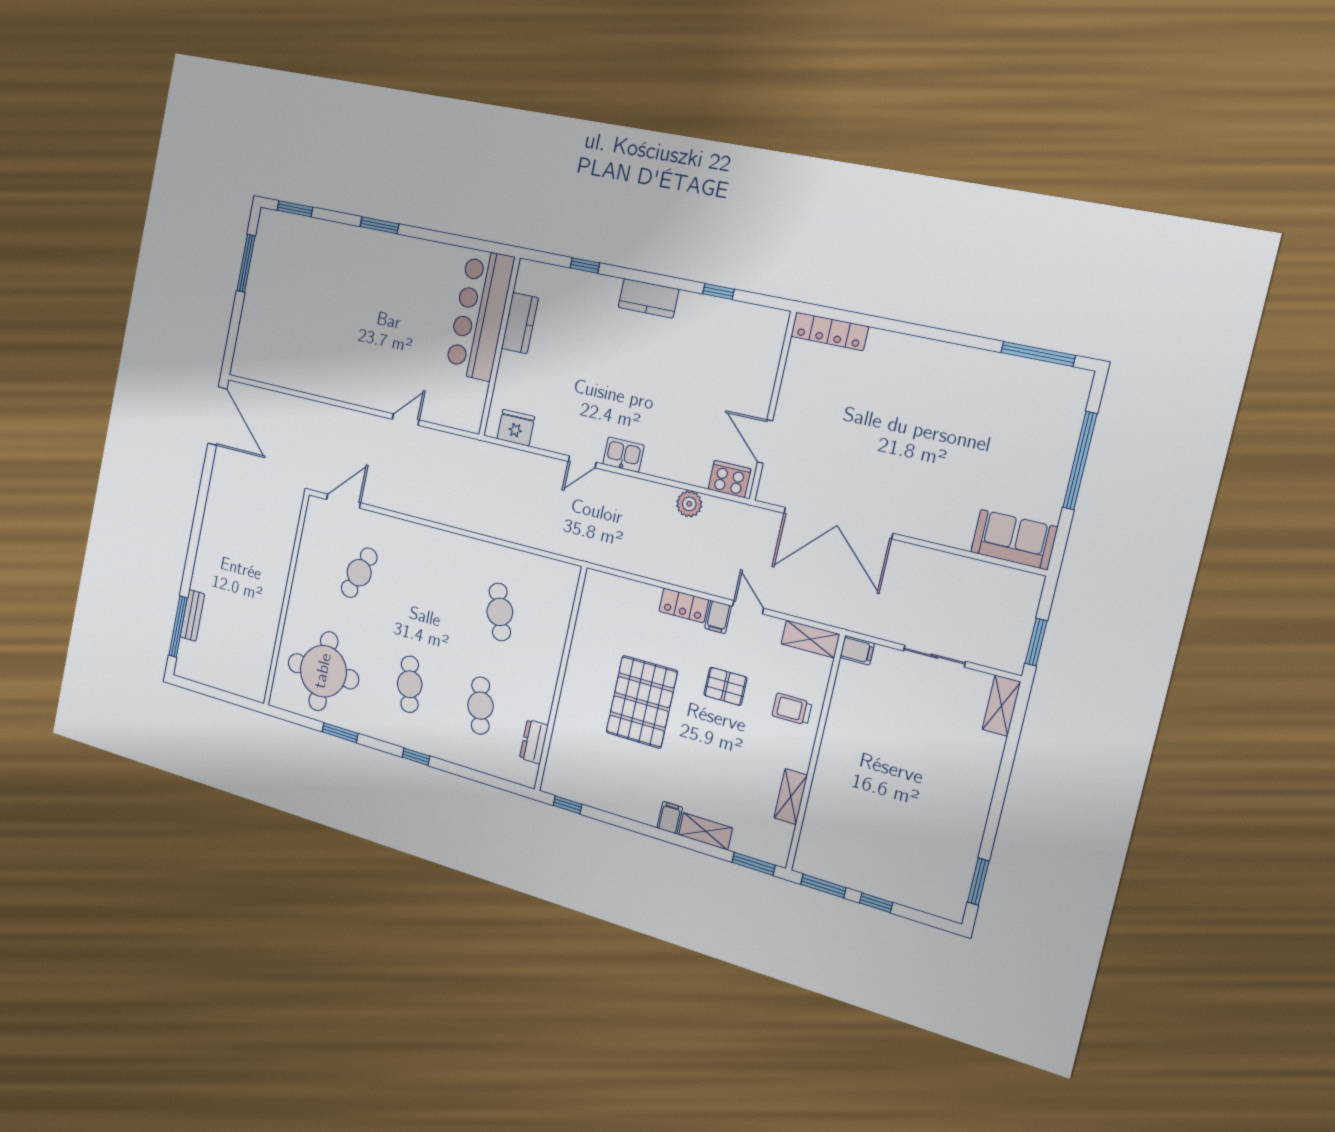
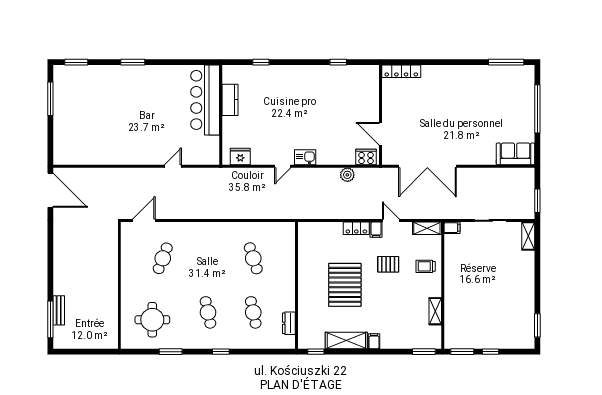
kitchen counter: (648, 298) -> (301, 73), removed
round table: (323, 671) -> (152, 320), width x0.73, depth x0.73
shelving: (705, 831) -> (346, 341), moved, width x1.50, depth x1.33

